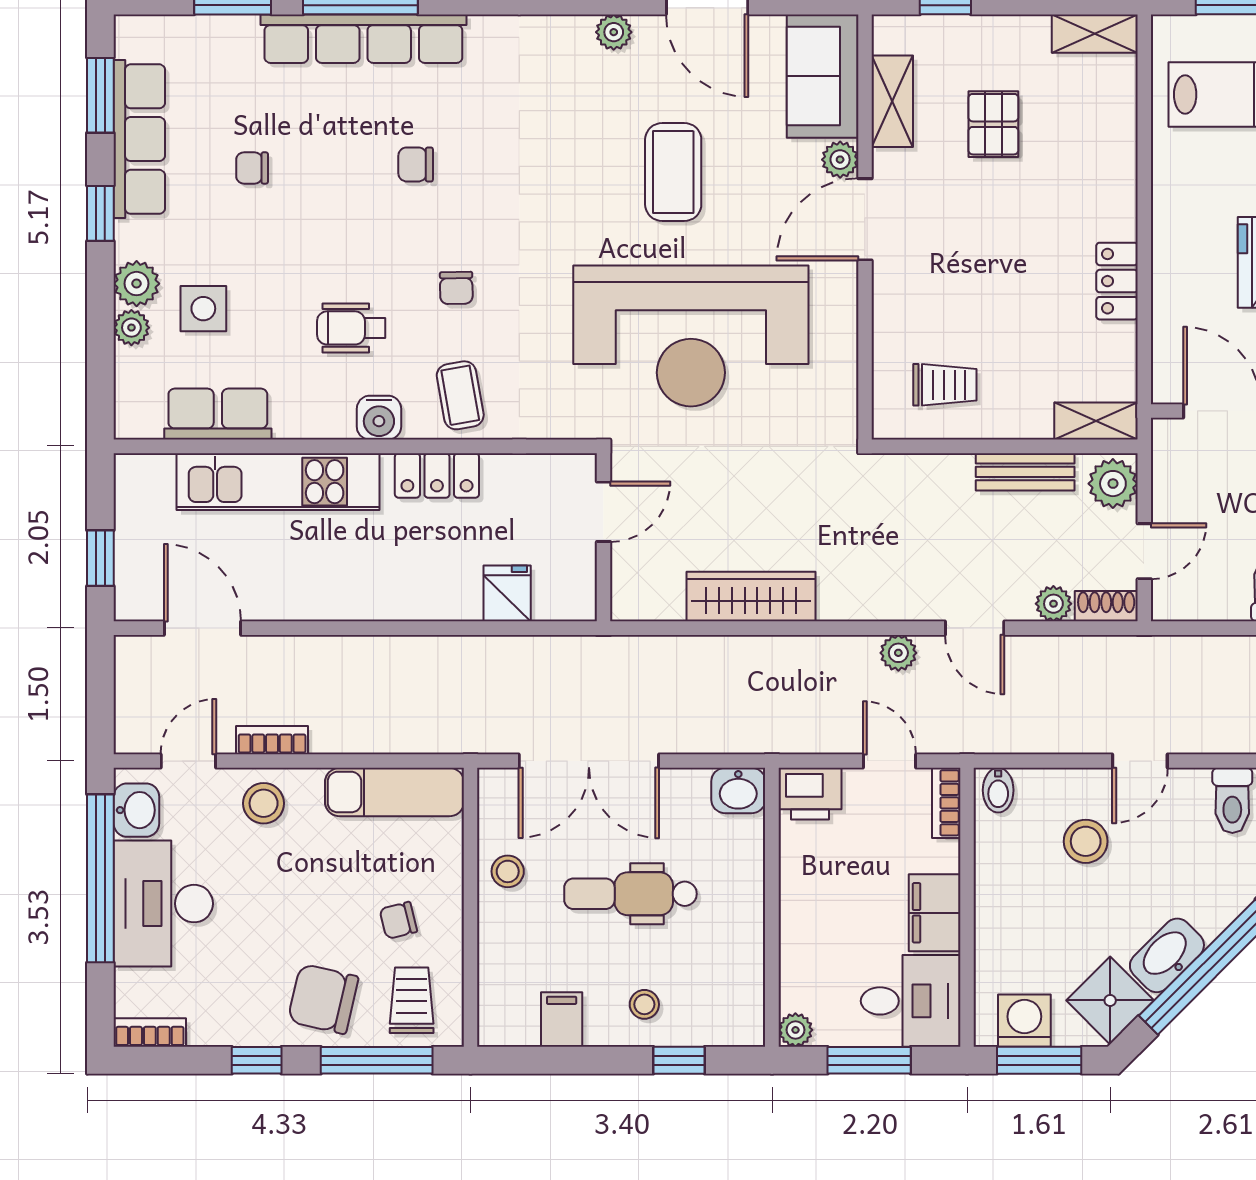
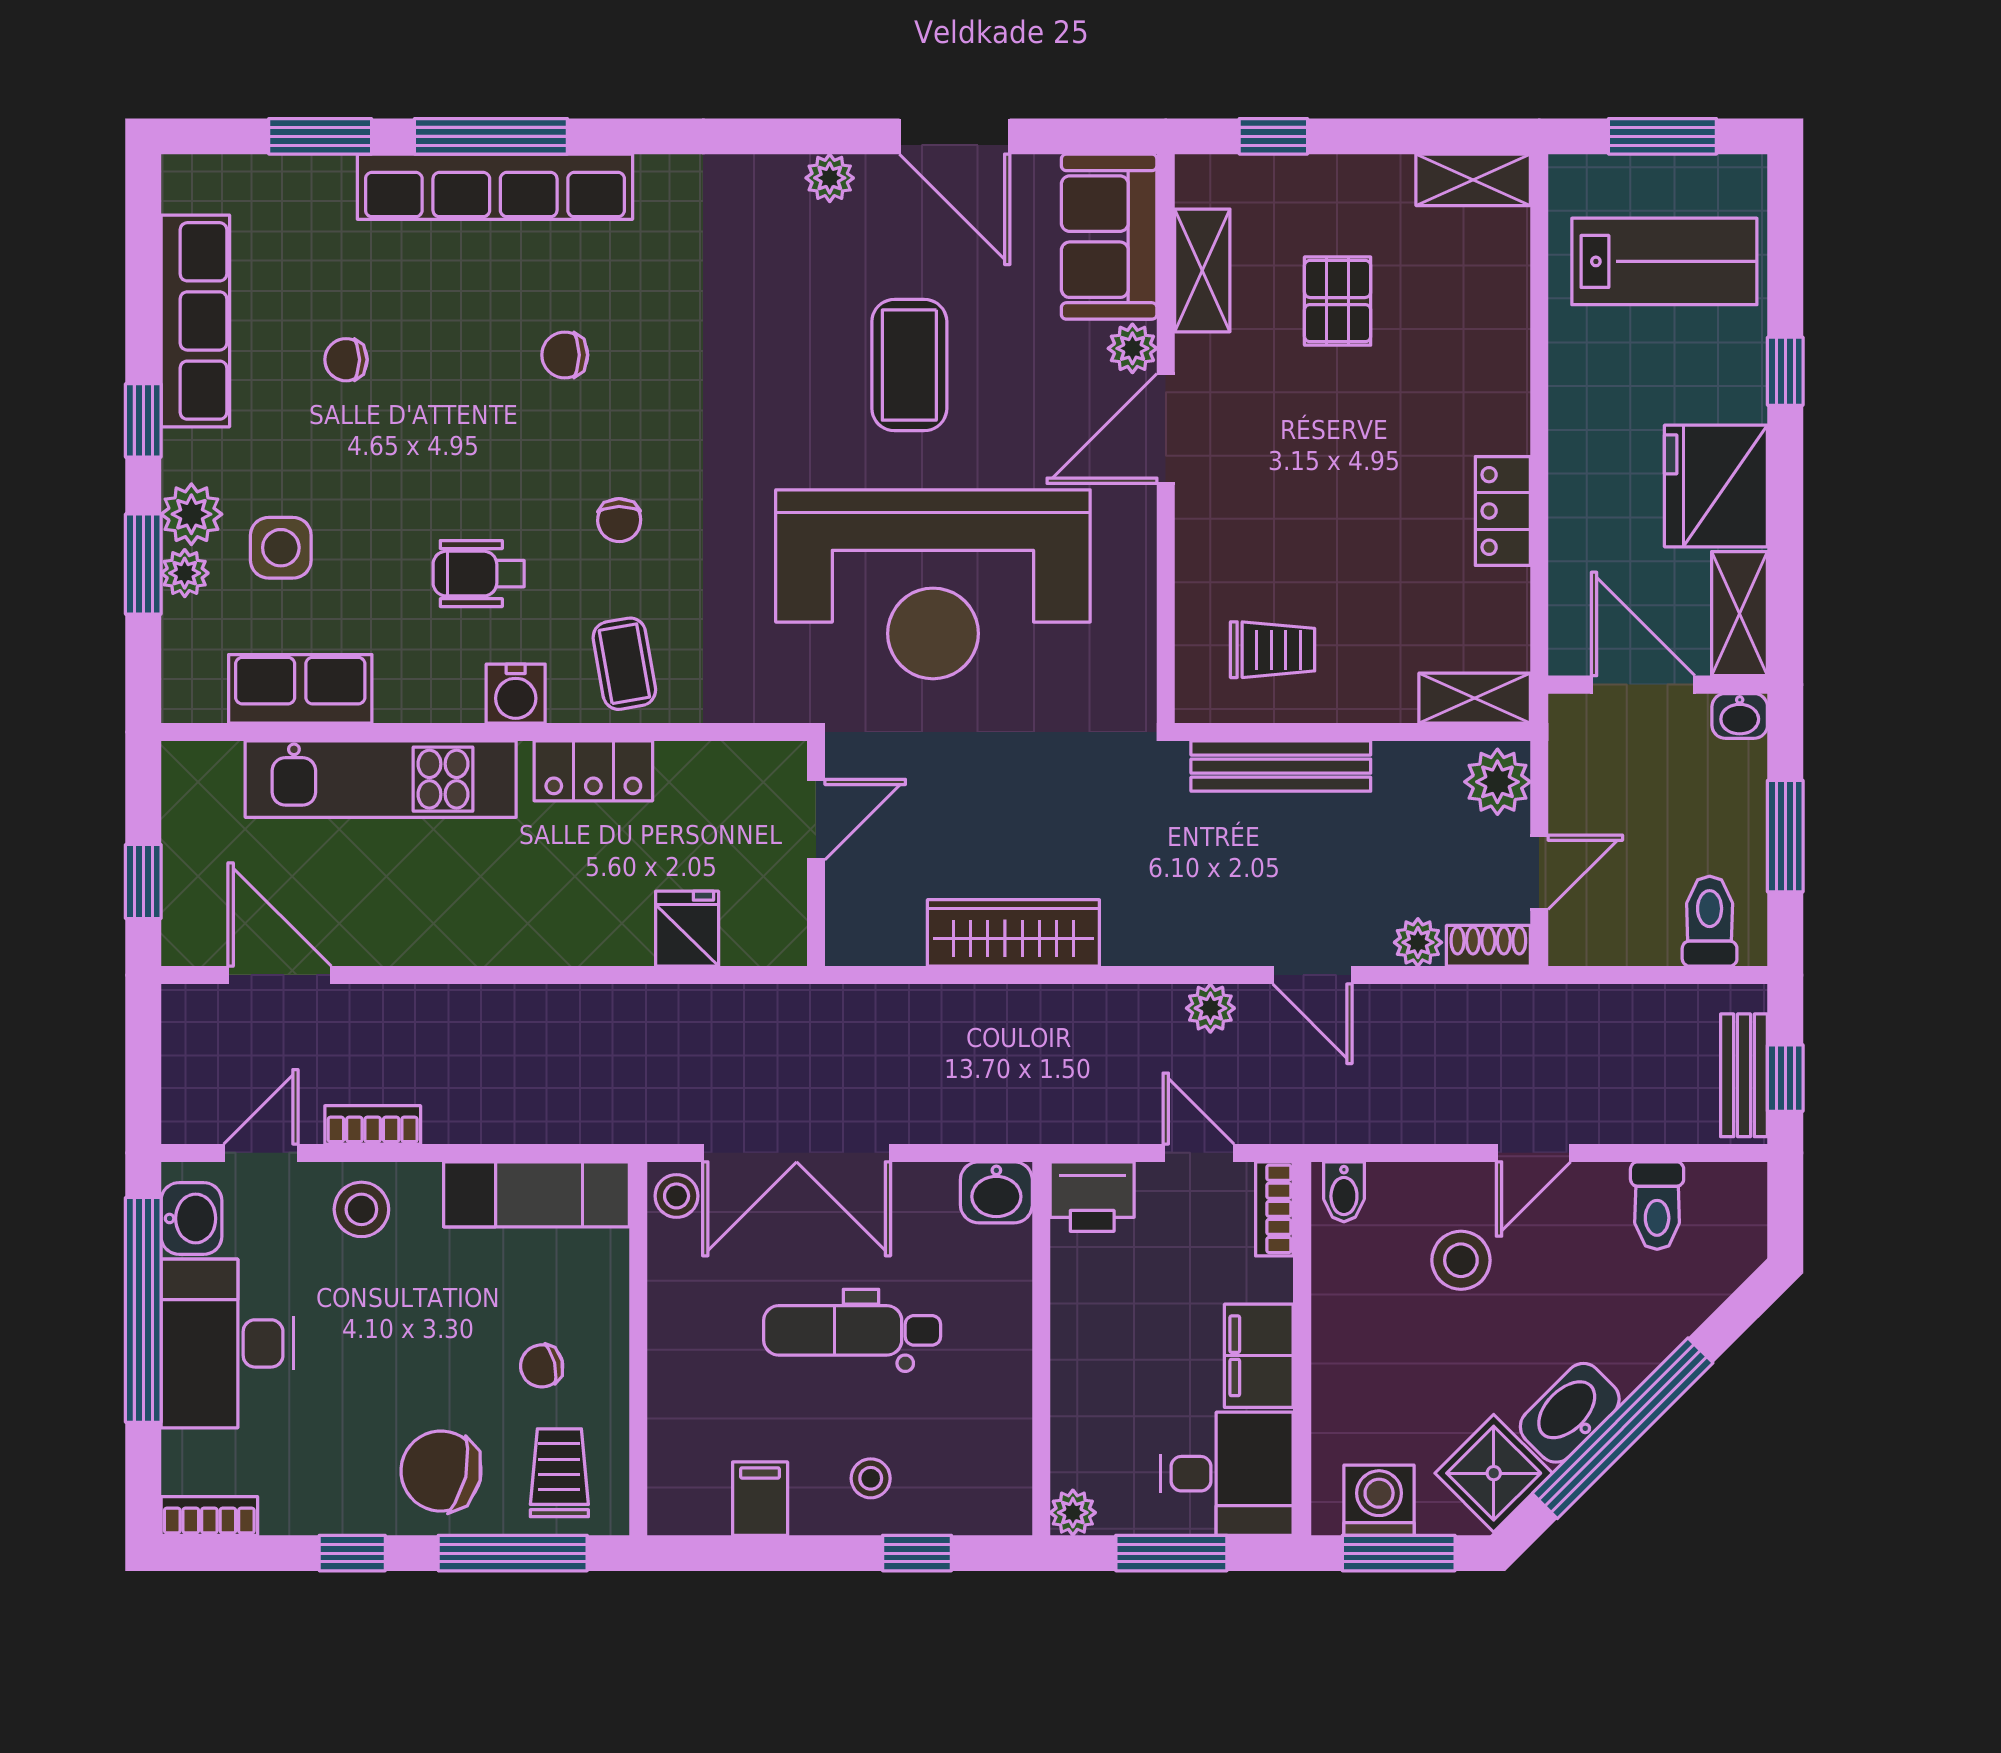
window: (100, 95) -> (143, 564), moved
bench: (1025, 472) -> (1281, 766), moved, width x1.36
stool: (508, 871) -> (677, 1196), moved

